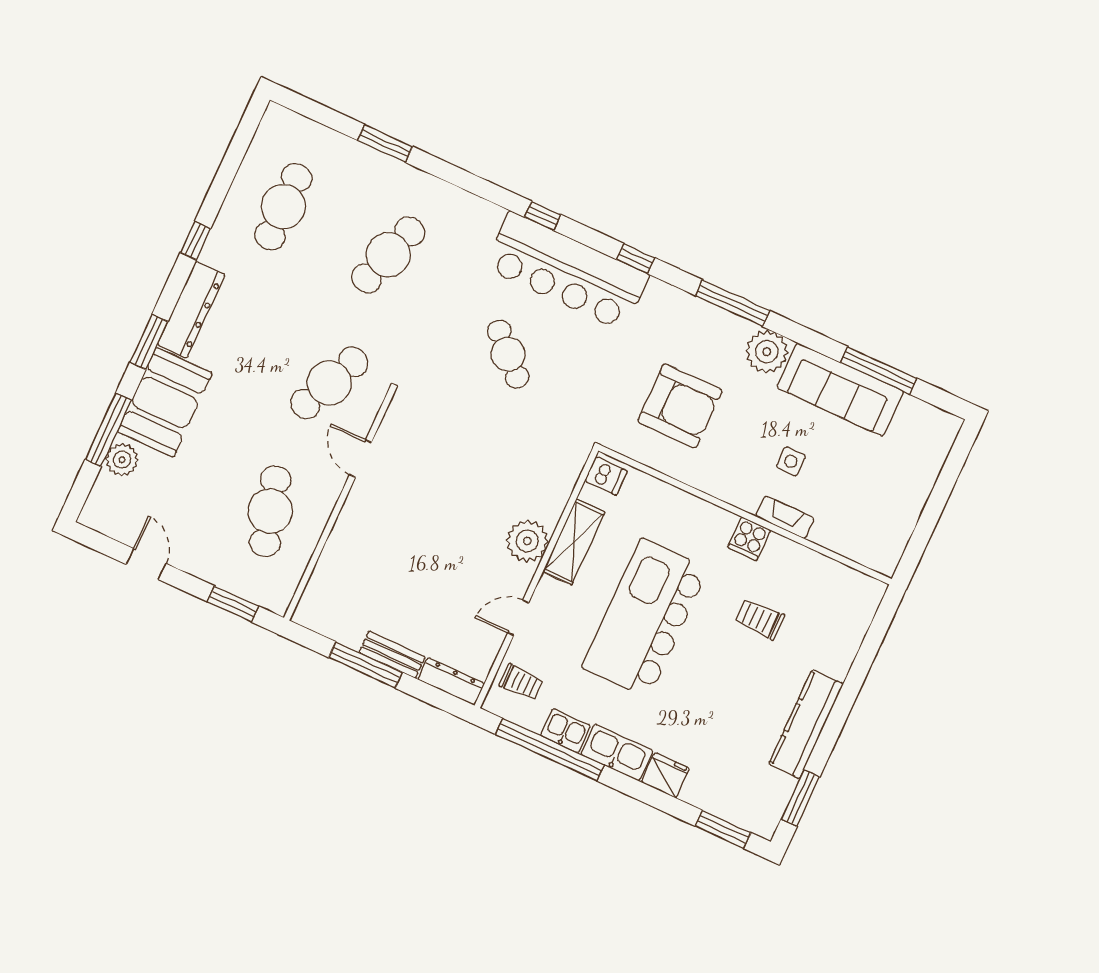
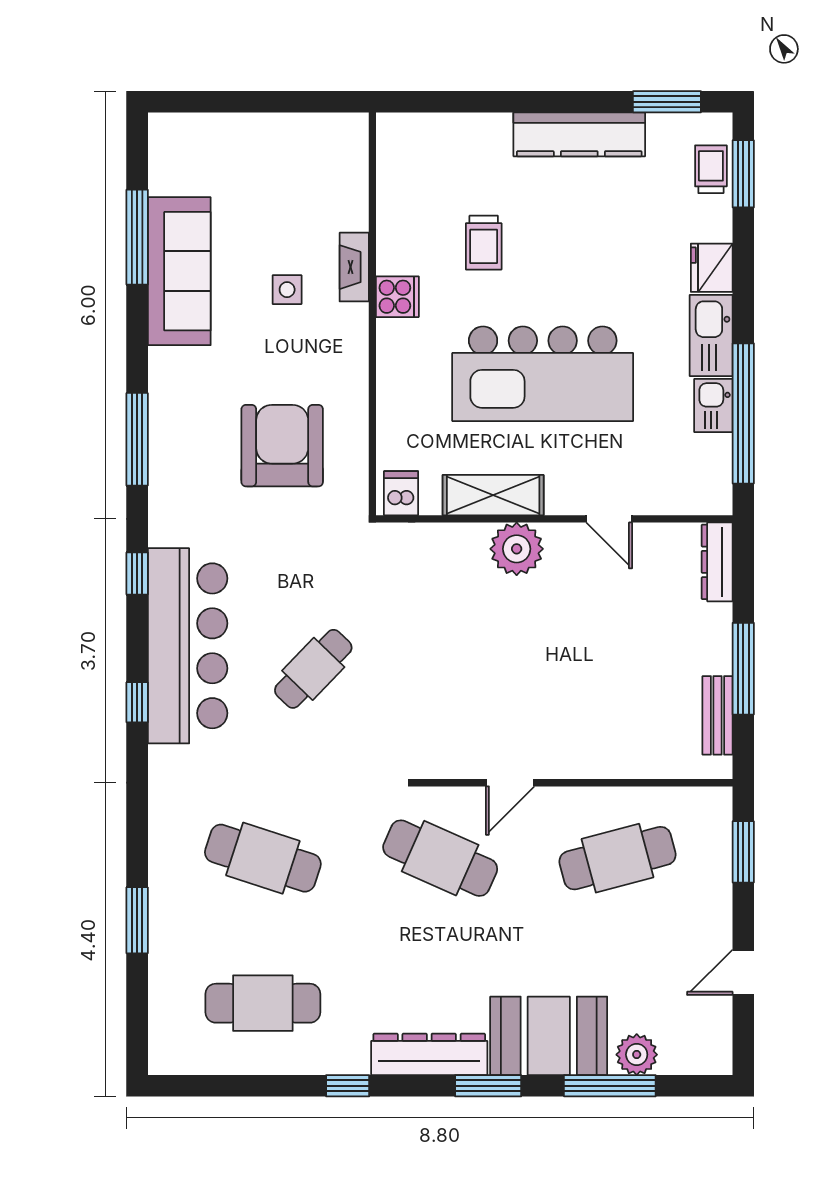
plant: (767, 352) -> (175, 375), removed
bench: (392, 655) -> (718, 715), moved
trolley: (521, 682) -> (711, 169), moved

